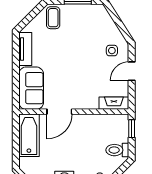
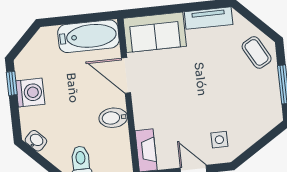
coffee table: (53, 18) -> (257, 52), turned 61
bidet: (88, 124) -> (113, 118), added

